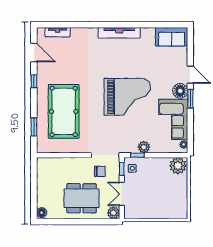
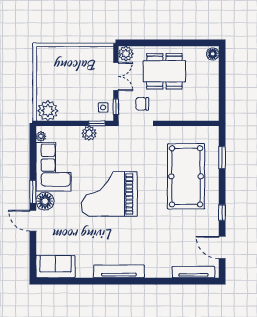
tv unit: (58, 32) -> (193, 272), width x1.41

